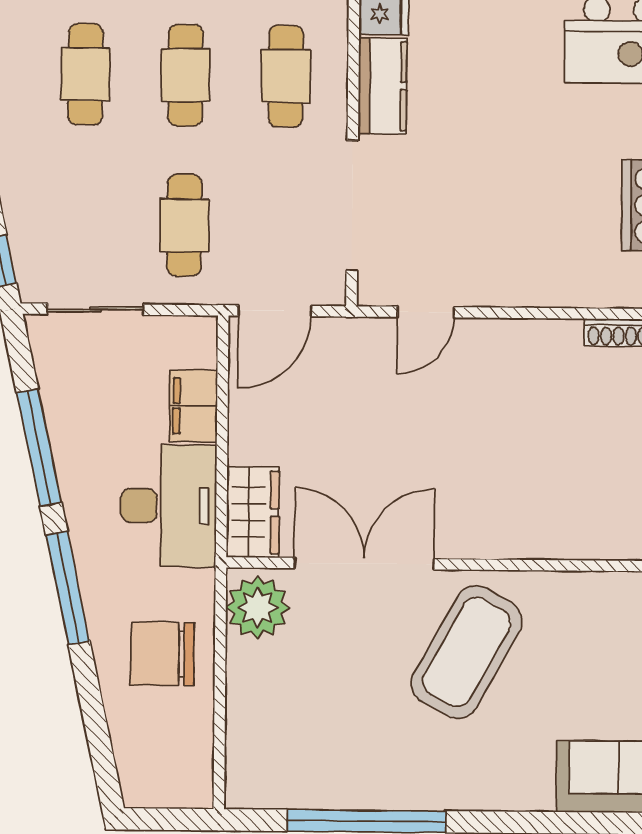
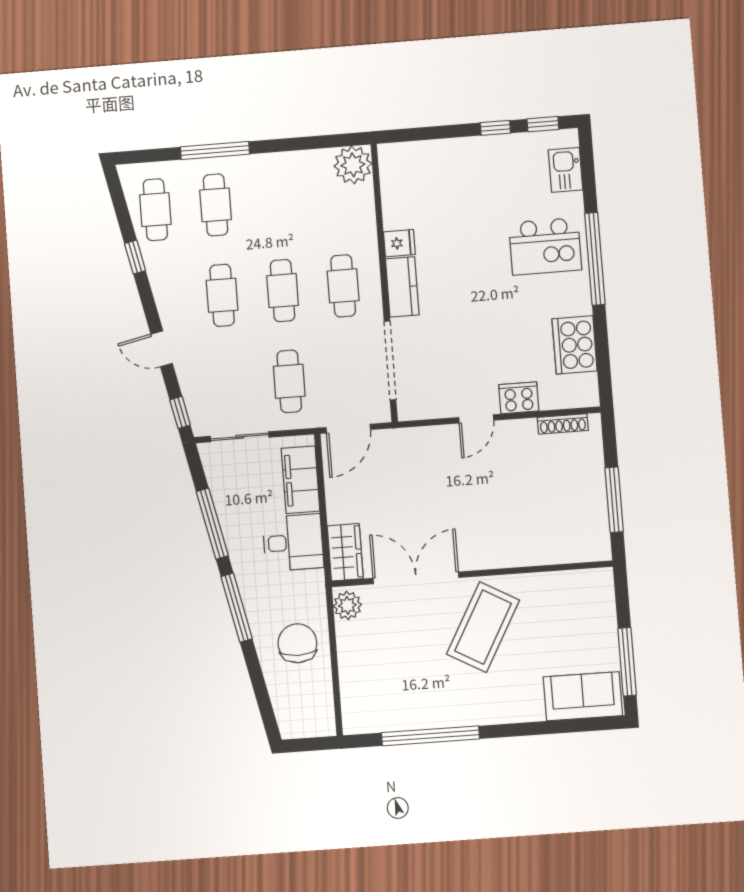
cooker: (557, 284) -> (519, 398), added
door: (426, 312) -> (476, 419), moved
filing cabinet: (193, 406) -> (301, 480), width x1.50, depth x1.17
desk: (169, 506) -> (293, 542), width x0.73
plant: (257, 608) -> (347, 605), width x0.73, depth x0.73
chair: (163, 654) -> (297, 643), turned 90

